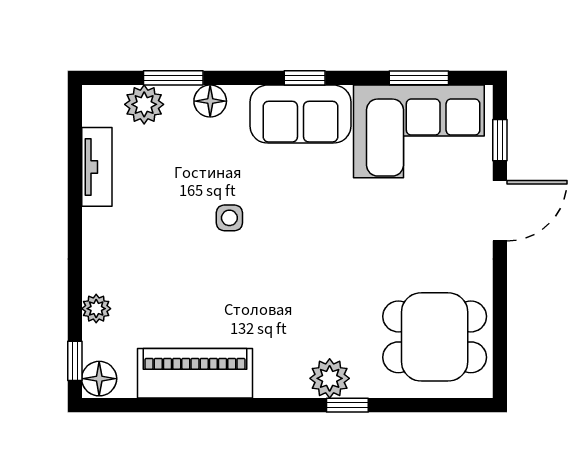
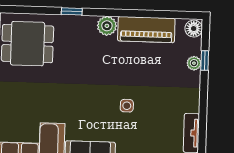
window: (75, 361) -> (205, 60), moved
plant: (330, 378) -> (107, 26), moved

